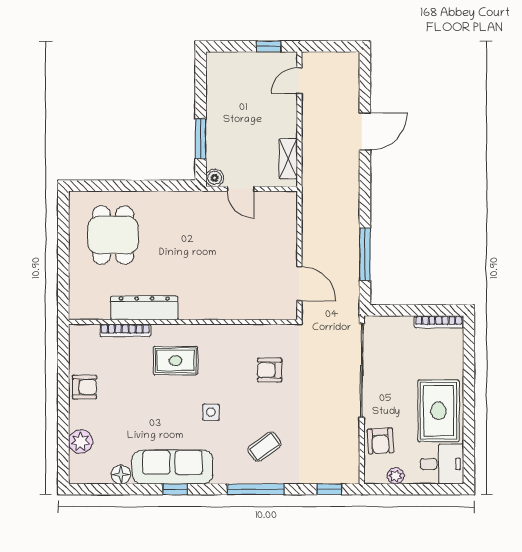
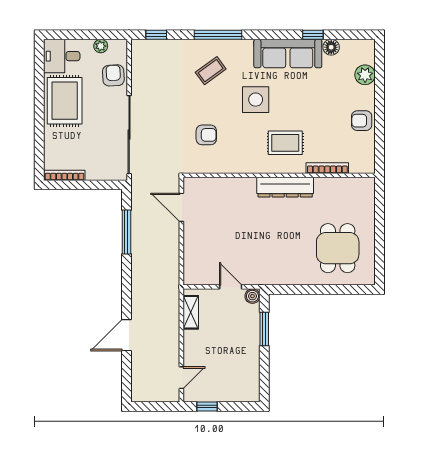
dresser: (144, 308) -> (285, 187), moved
side table: (211, 412) -> (256, 100), width x1.87, depth x1.87
window: (175, 489) -> (313, 35), moved

